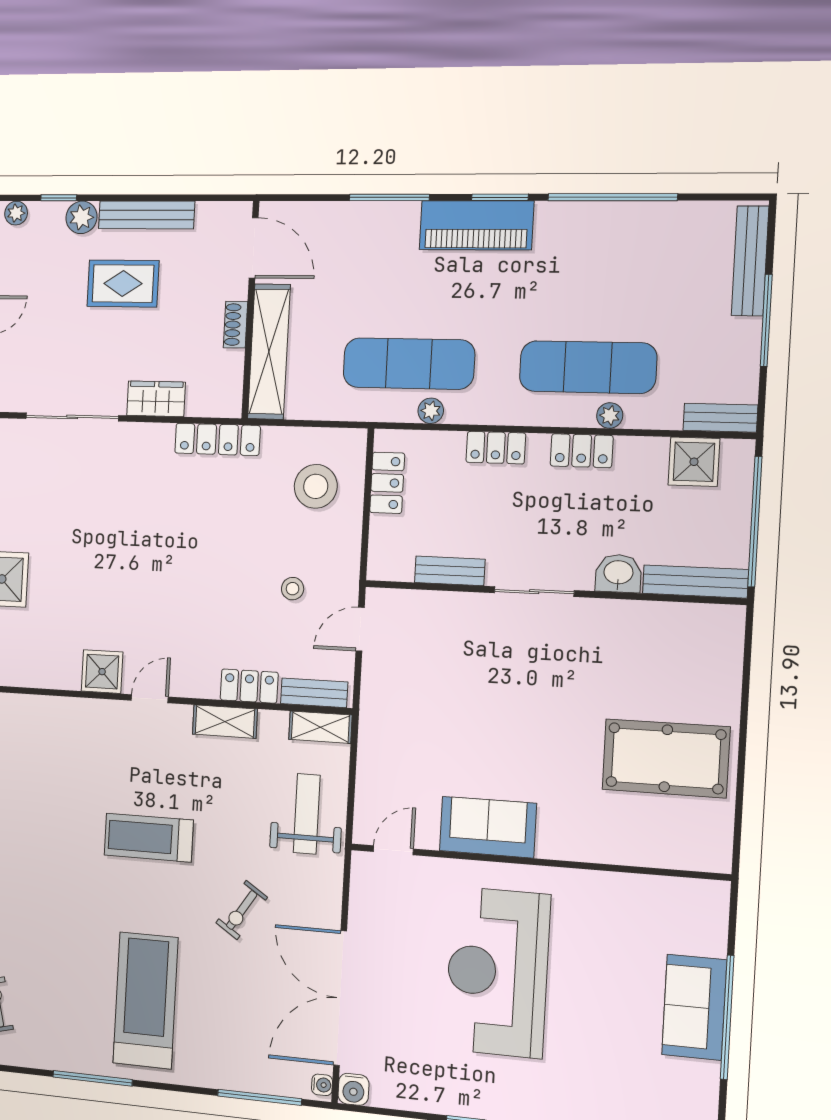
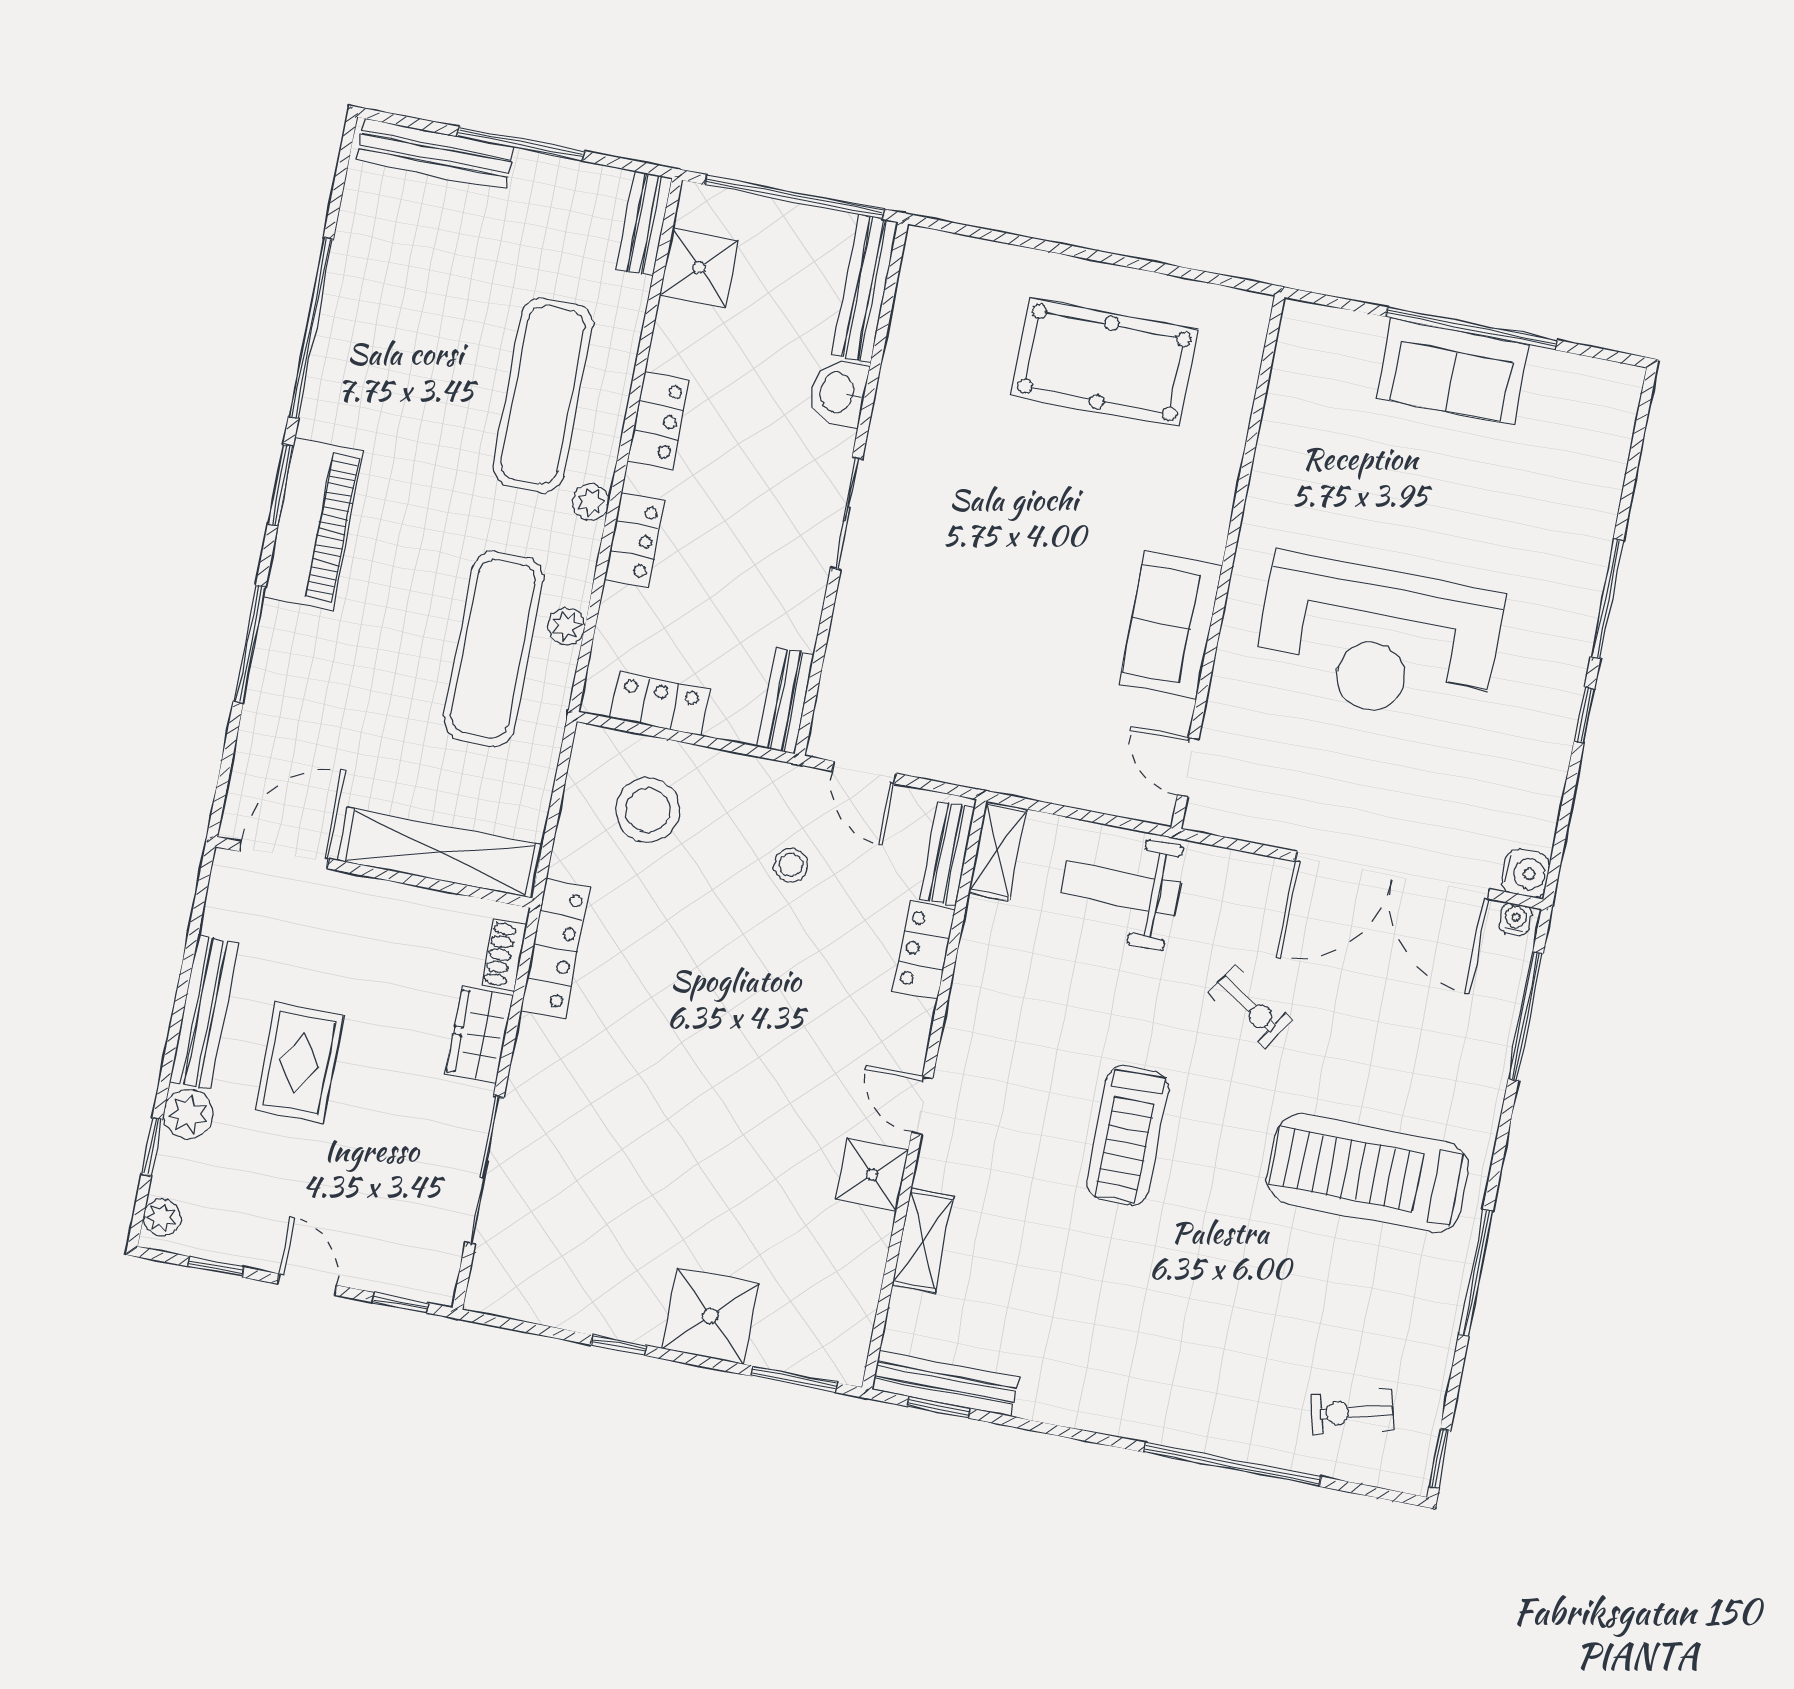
shoe rack: (236, 325) -> (504, 955), moved, turned 90
plant: (610, 416) -> (591, 502), moved
bench: (450, 571) -> (786, 701), moved
shelving: (225, 722) -> (923, 1241), moved
pool table: (666, 758) -> (1104, 363), turned 90

